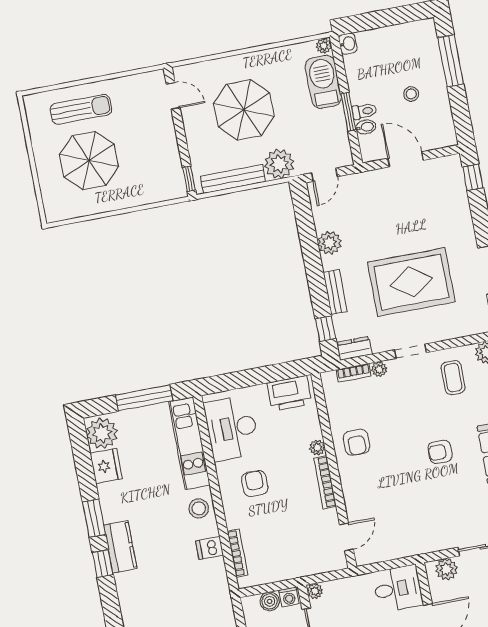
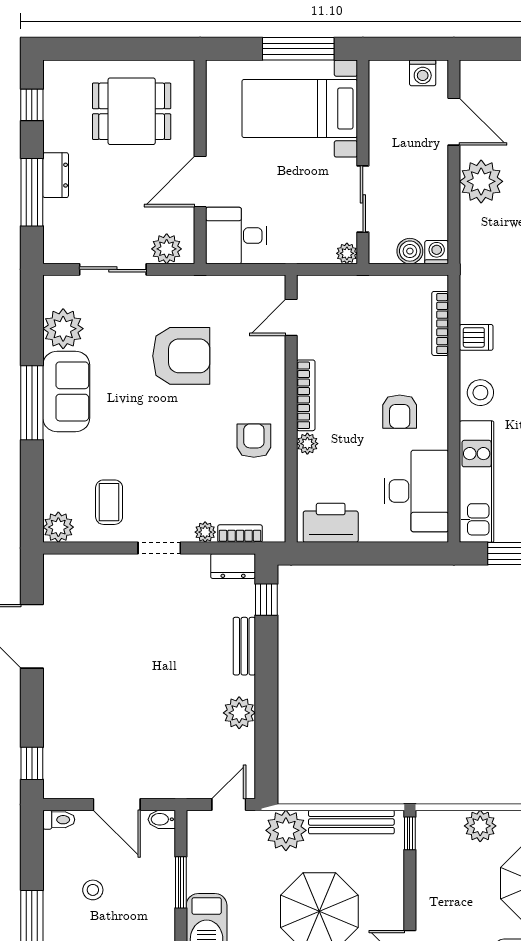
toilet: (364, 111) -> (59, 820), moved, turned 180
bidet: (366, 127) -> (162, 819), moved
plant: (139, 194) -> (480, 826), added
rug: (411, 282) -> (140, 640), removed
armchair: (440, 452) -> (181, 356), moved, width x1.88, depth x1.88
washing machine: (289, 597) -> (437, 252), moved

